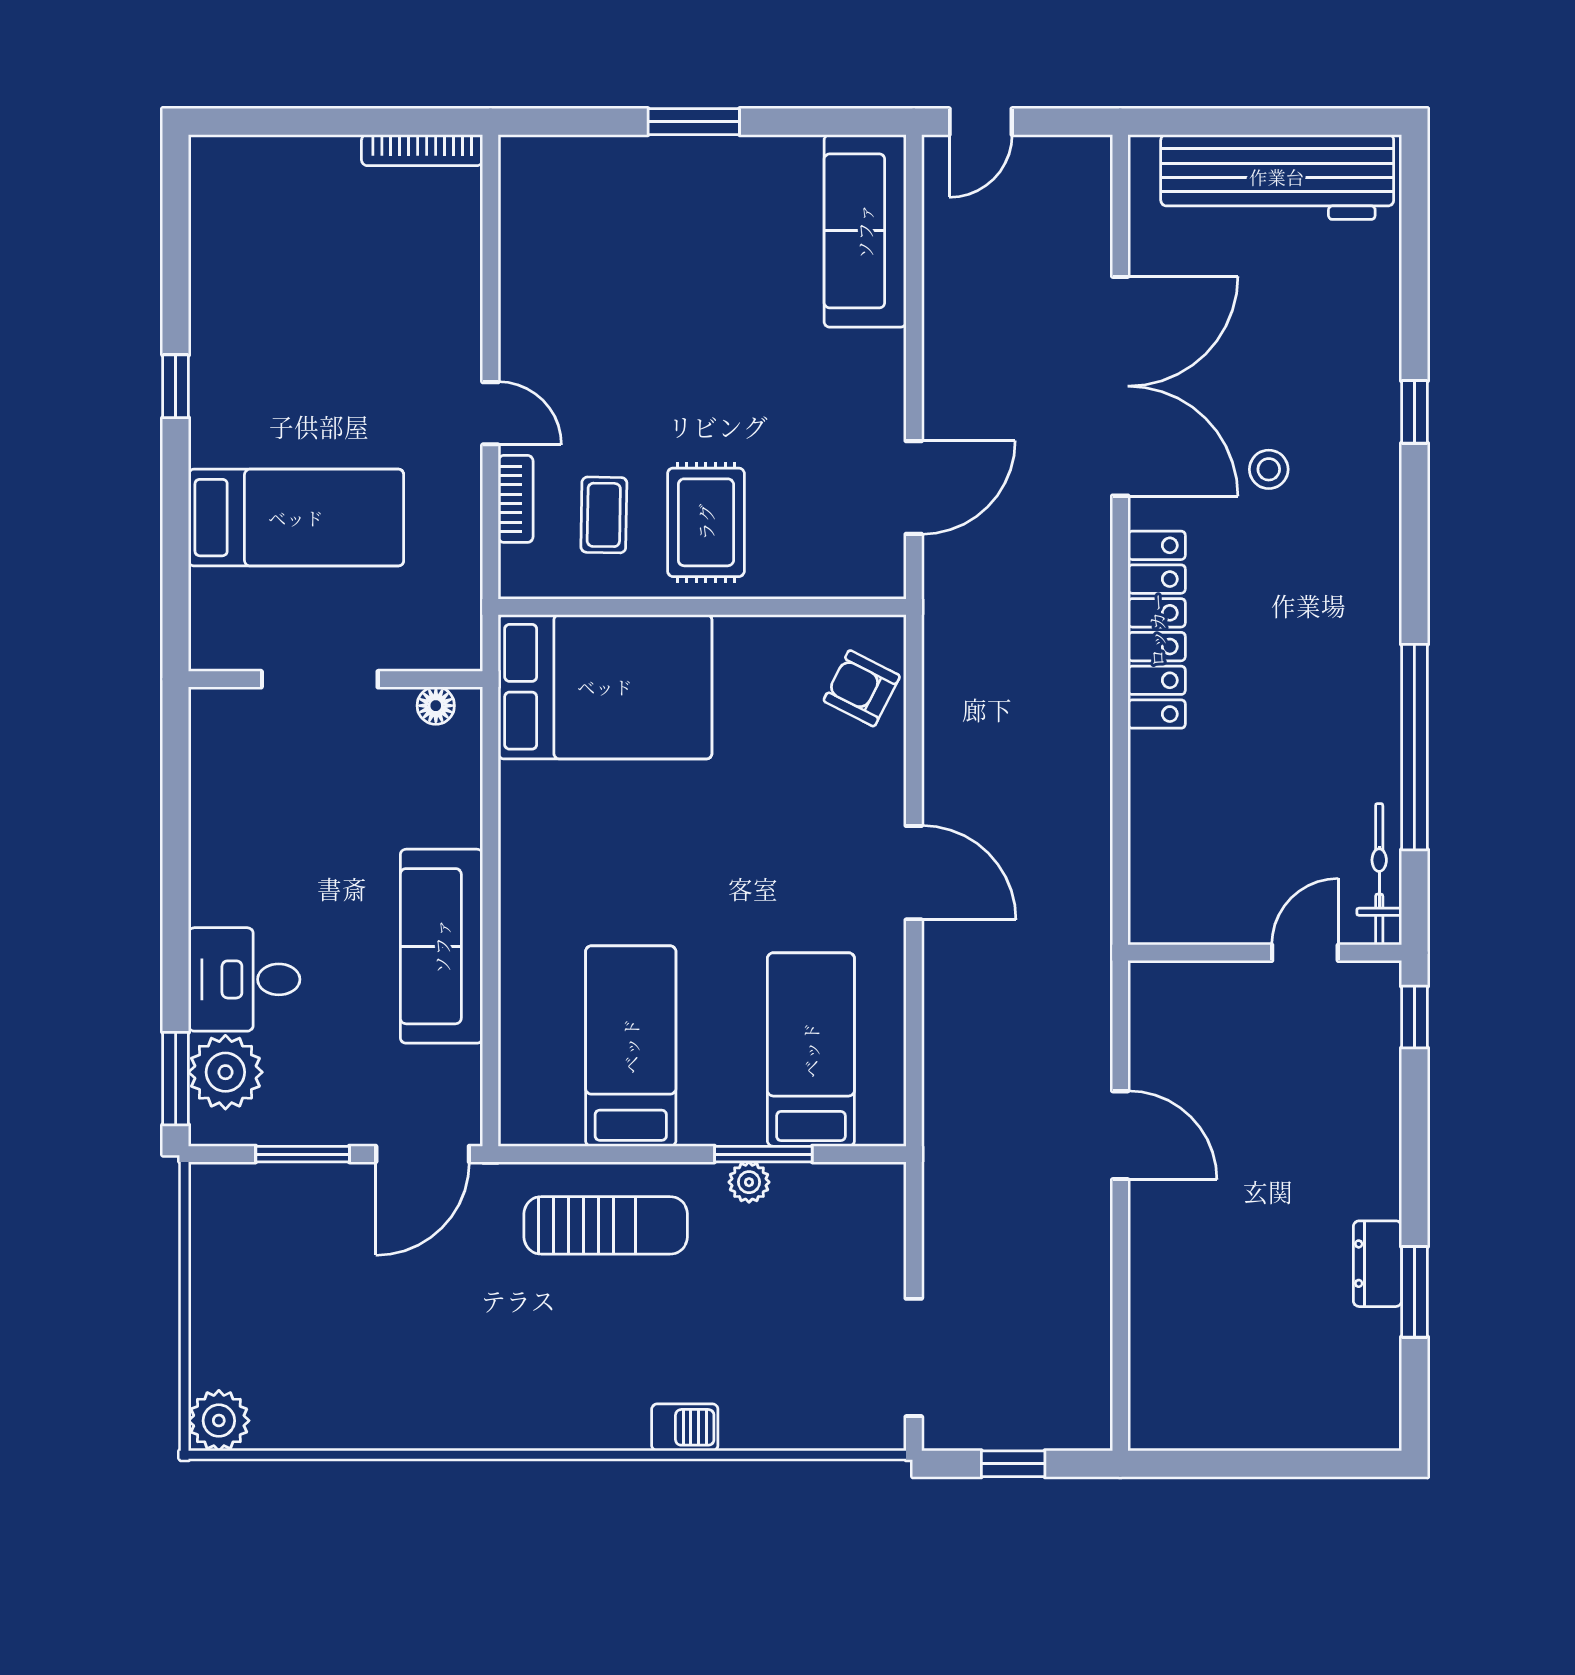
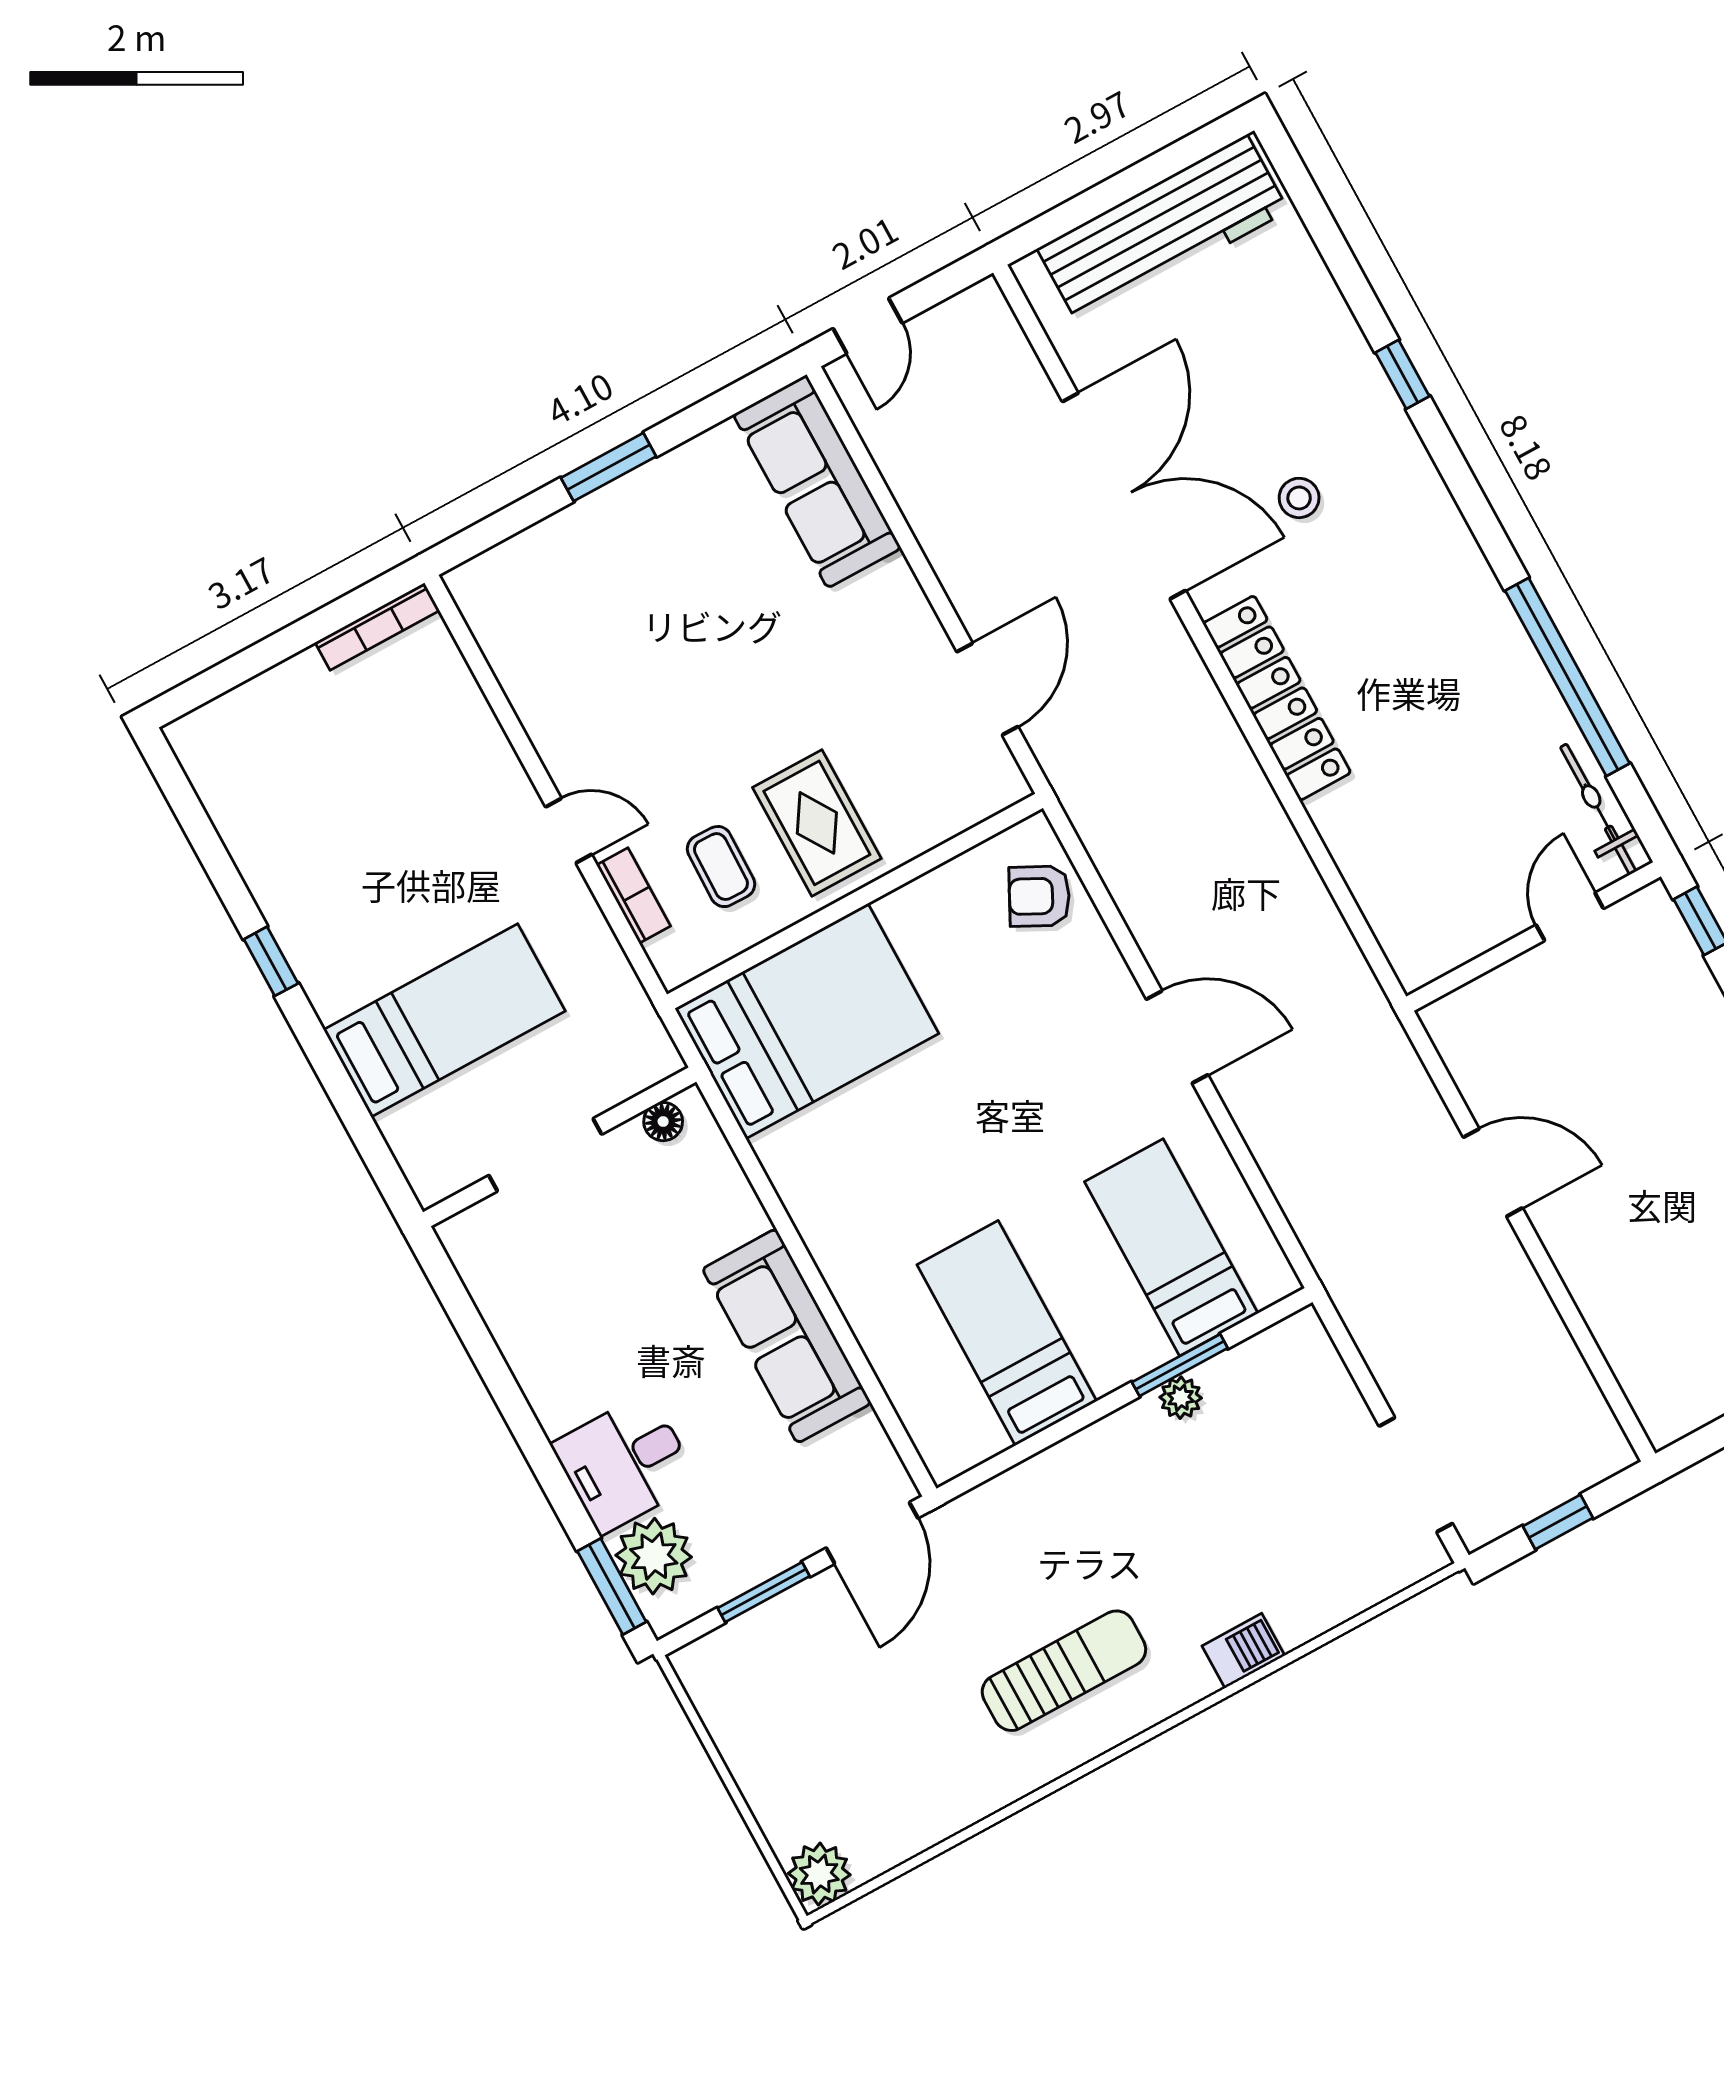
sun lounger: (606, 1225) -> (1064, 1671), moved

